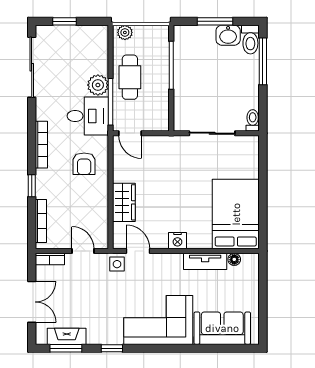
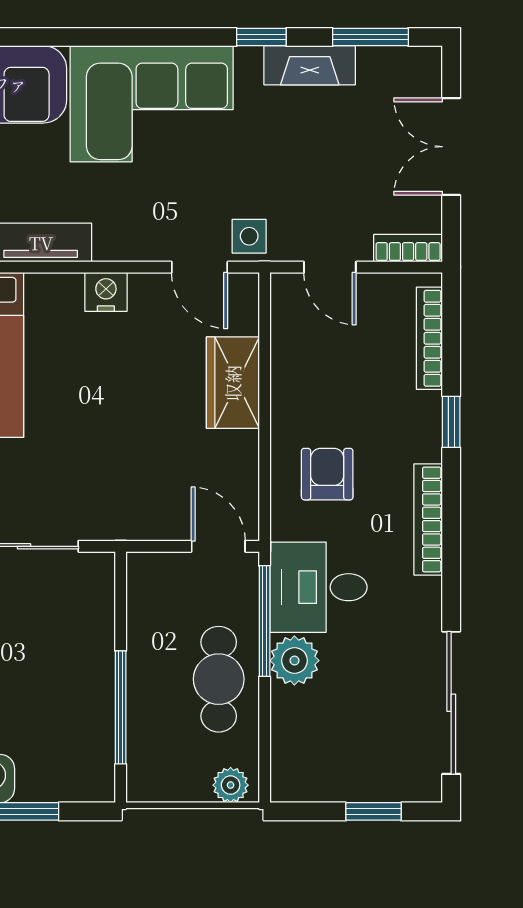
fireplace: (67, 336) -> (310, 65), moved

